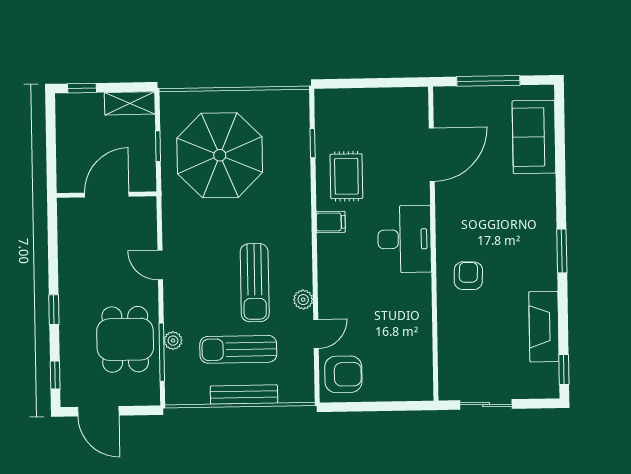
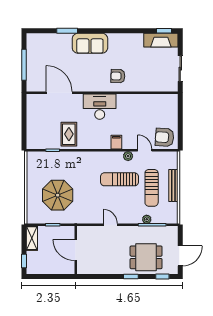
sofa: (534, 137) -> (90, 43), moved
parasol: (220, 155) -> (58, 195), width x0.73, depth x0.73
rug: (346, 176) -> (69, 134), turned 90
filing cabinet: (331, 222) -> (116, 142), moved
window: (562, 251) -> (67, 31), moved
door: (160, 265) -> (110, 225), swing flipped
sun lounger: (255, 283) -> (119, 179), turned 180
fireplace: (544, 327) -> (161, 40), moved
dining table: (125, 339) -> (146, 257), moved
armchair: (343, 374) -> (164, 137), turned -86

